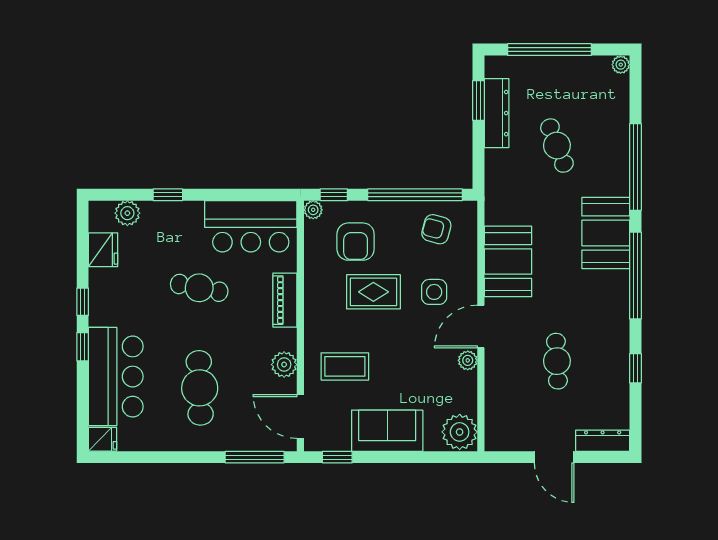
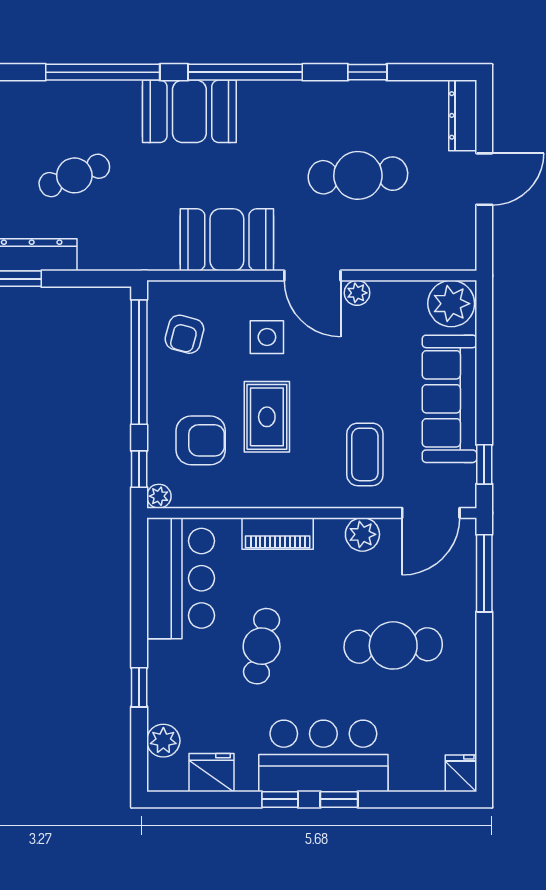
cafe table: (557, 361) -> (358, 175), width x1.37, depth x1.35
bar counter: (116, 377) -> (323, 756), moved
sofa: (387, 431) -> (449, 399), width x1.36

